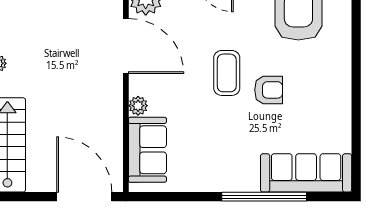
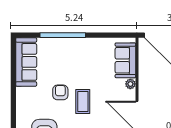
armchair: (269, 90) -> (60, 92), turned 90
sofa: (306, 173) -> (26, 62), moved, turned -90

